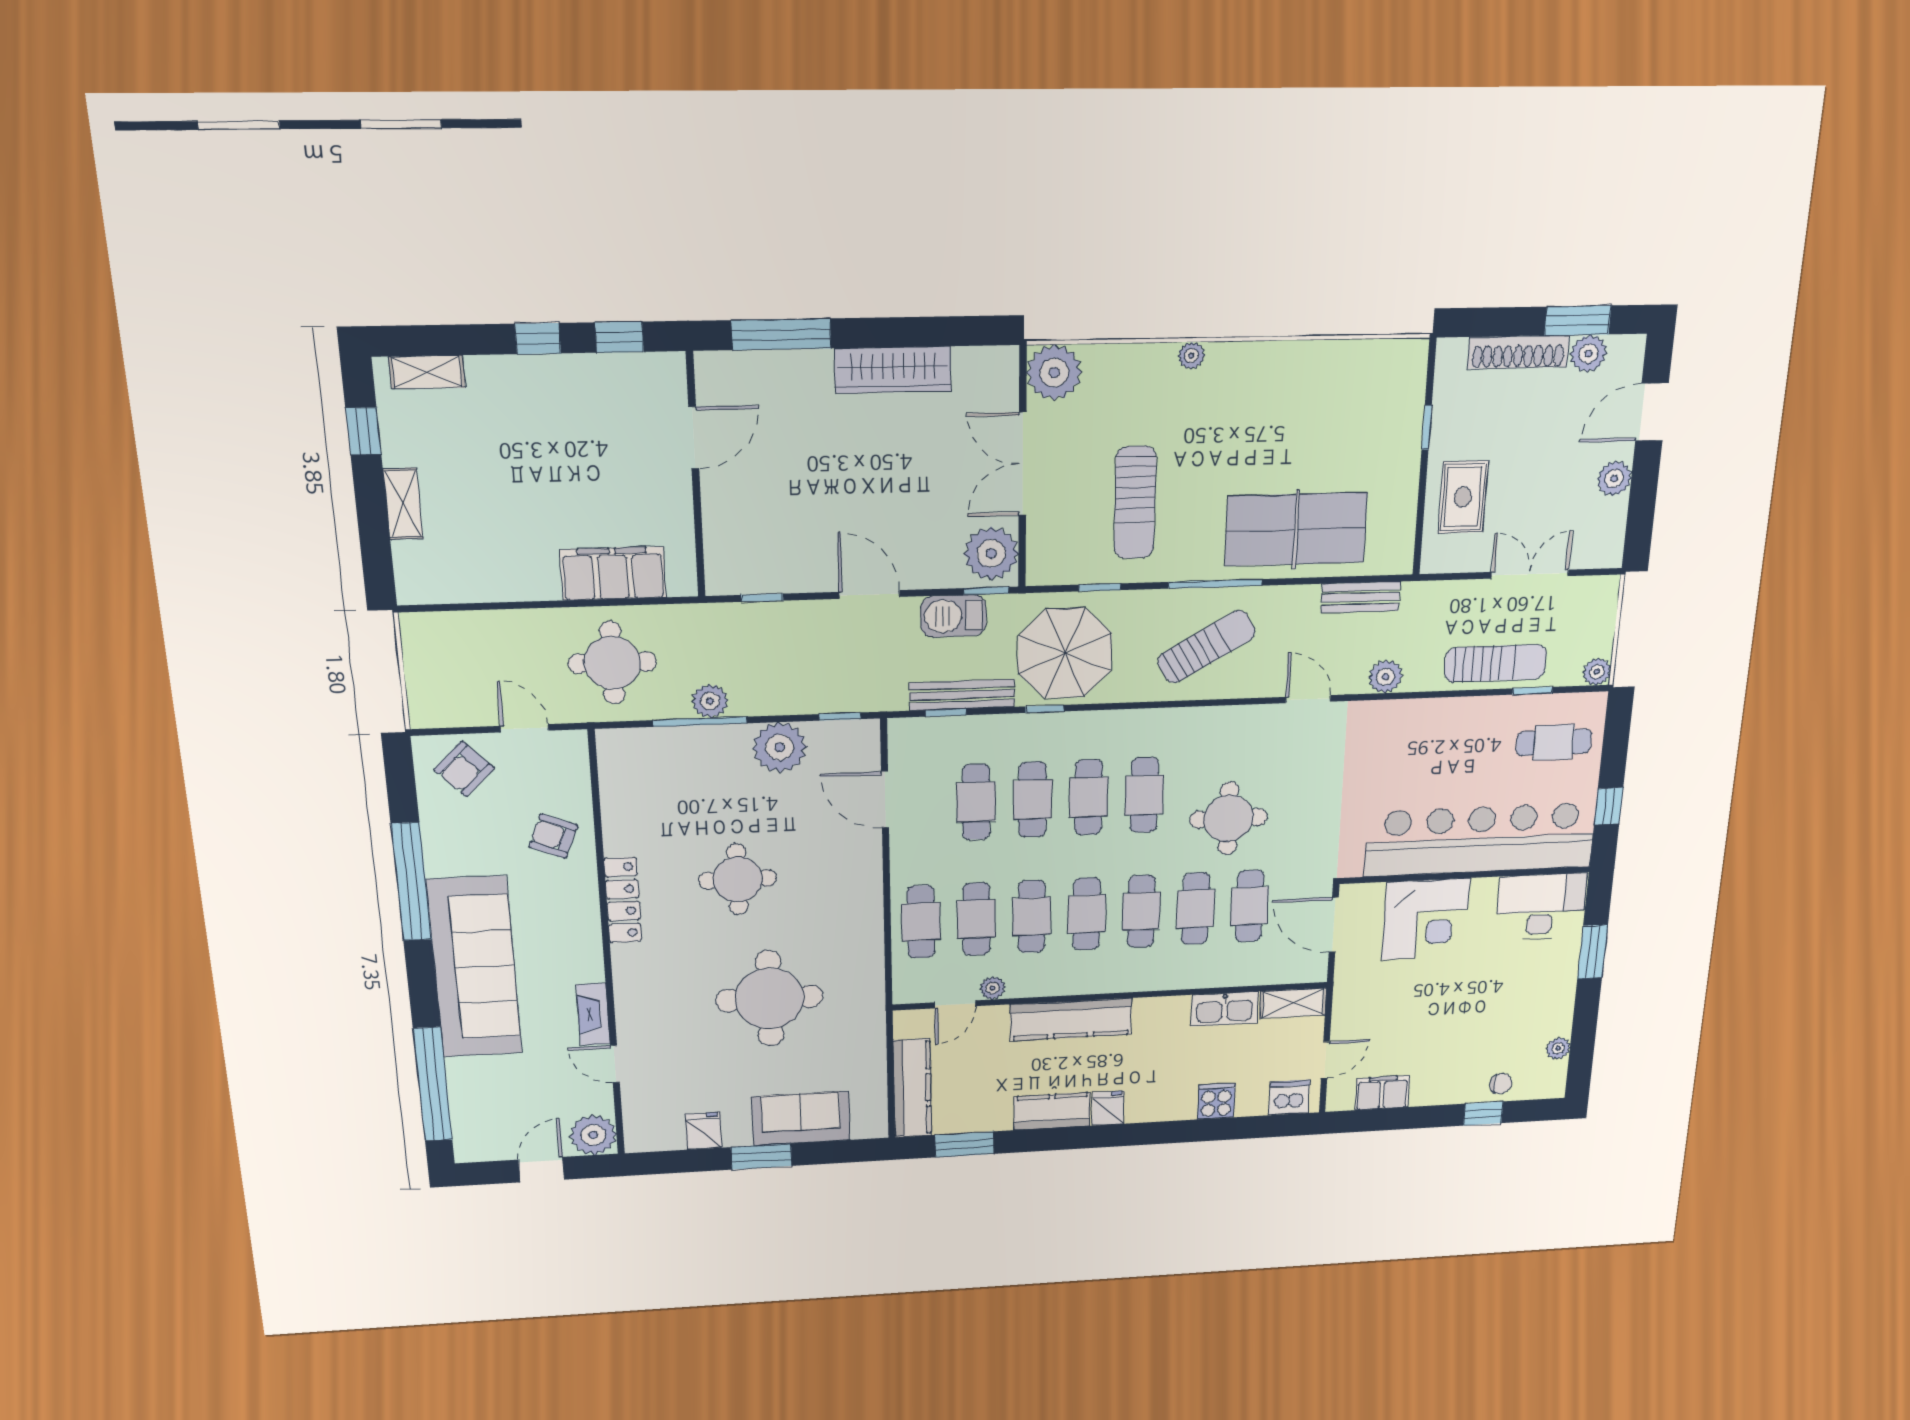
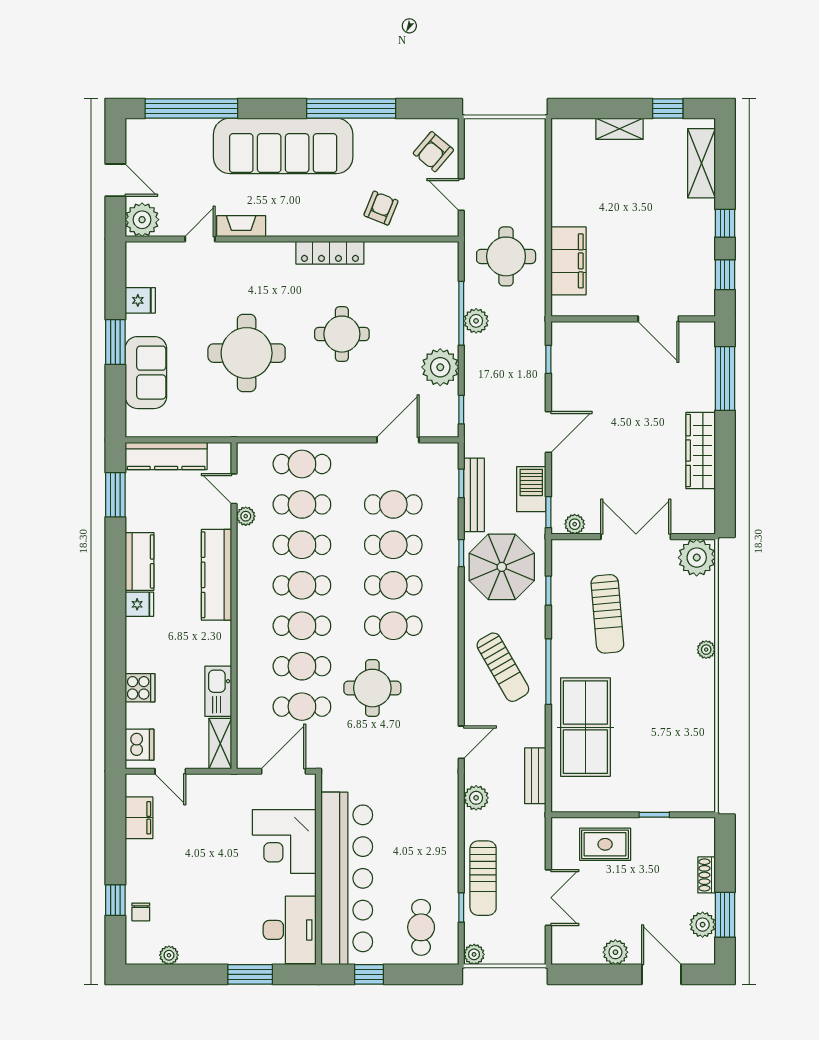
shoe rack: (1518, 352) -> (707, 875), width x0.51, depth x0.81
shelving: (427, 372) -> (701, 163), width x1.50, depth x1.33
sun lounger: (1135, 503) -> (607, 614), turned -95
plant: (991, 553) -> (575, 524), width x0.53, depth x0.53
door: (525, 728) -> (461, 195), swing flipped
armchair: (464, 769) -> (433, 152), turned -96

